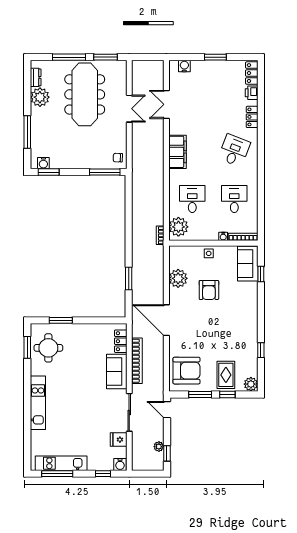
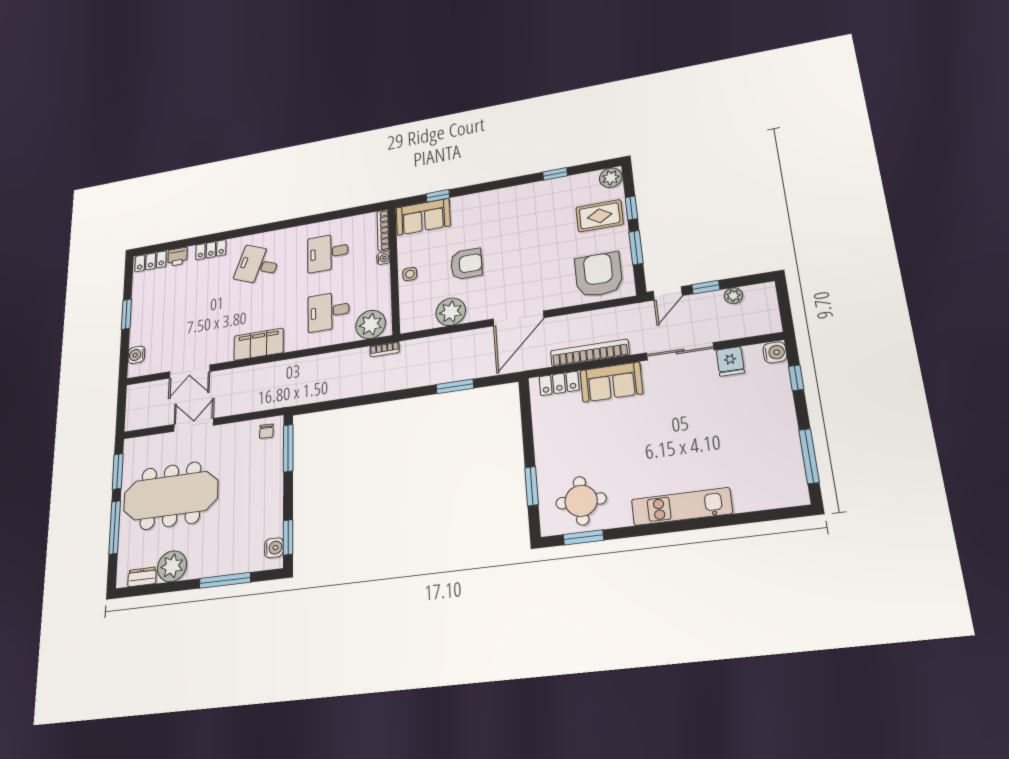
window: (167, 453) -> (706, 287), moved
kitchen unit: (61, 463) -> (788, 452), removed

